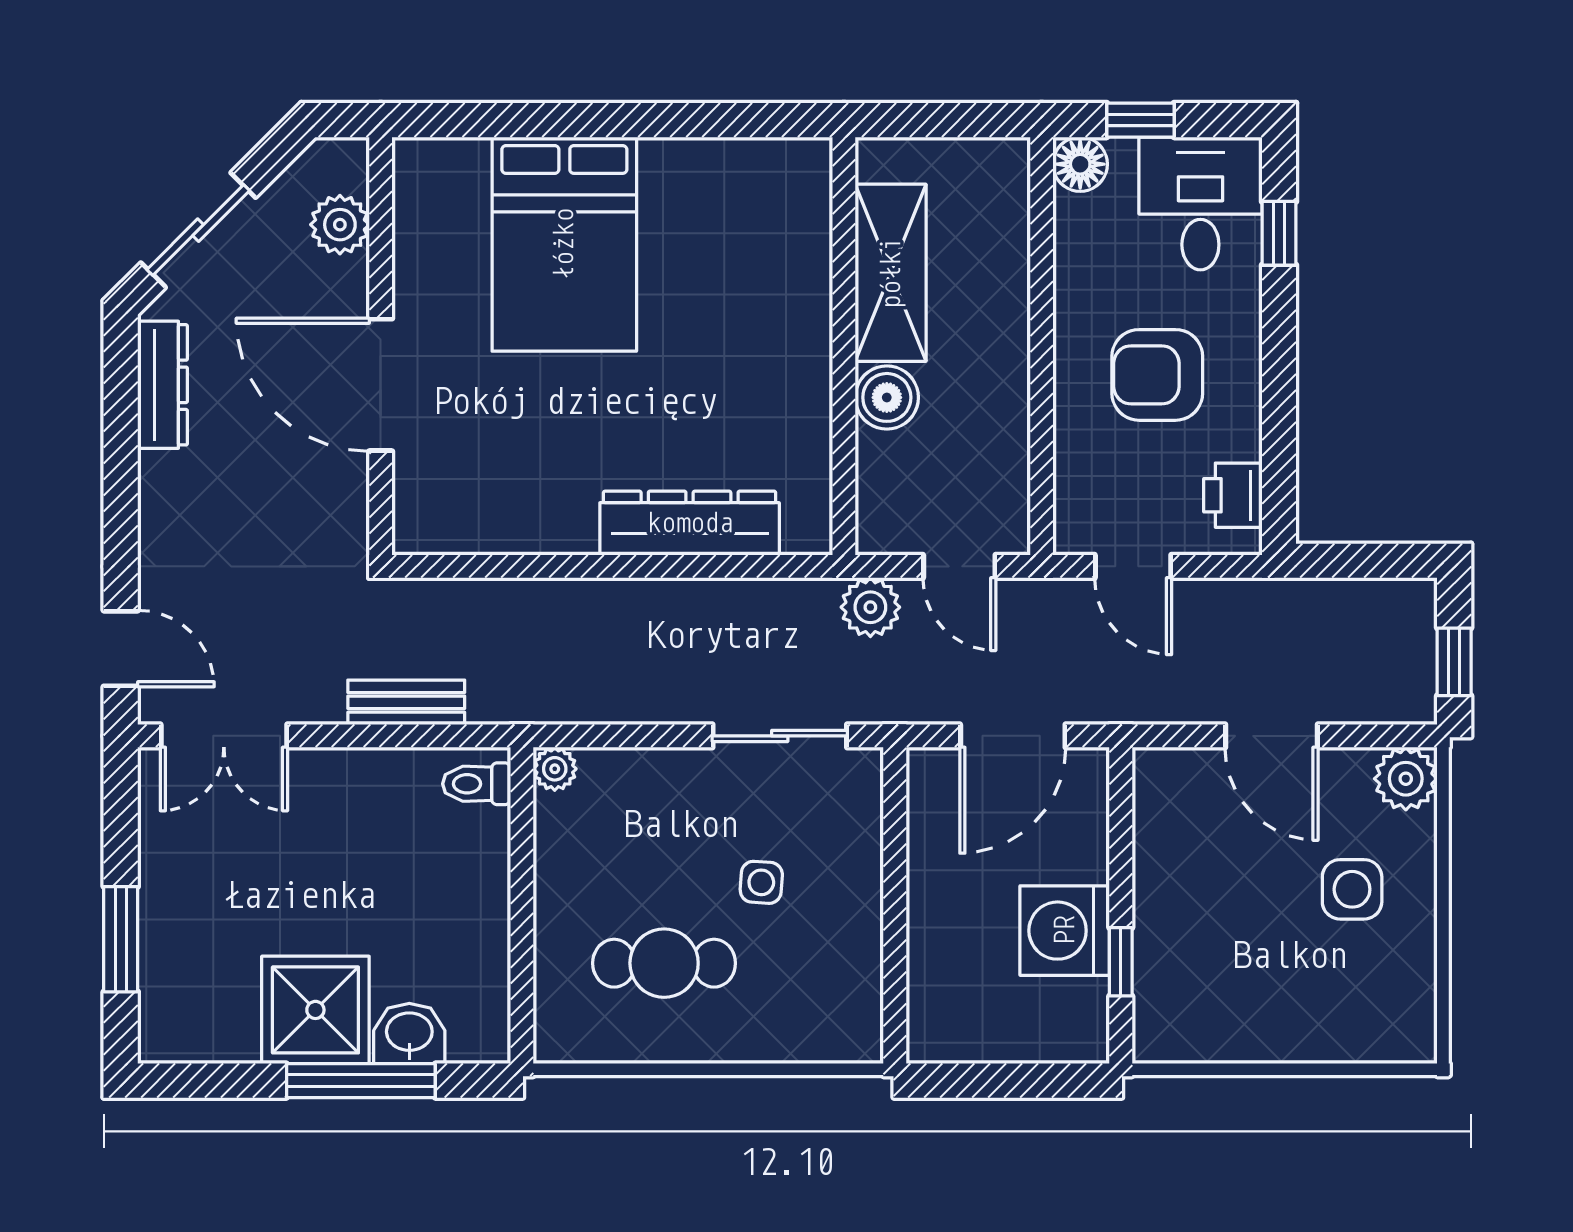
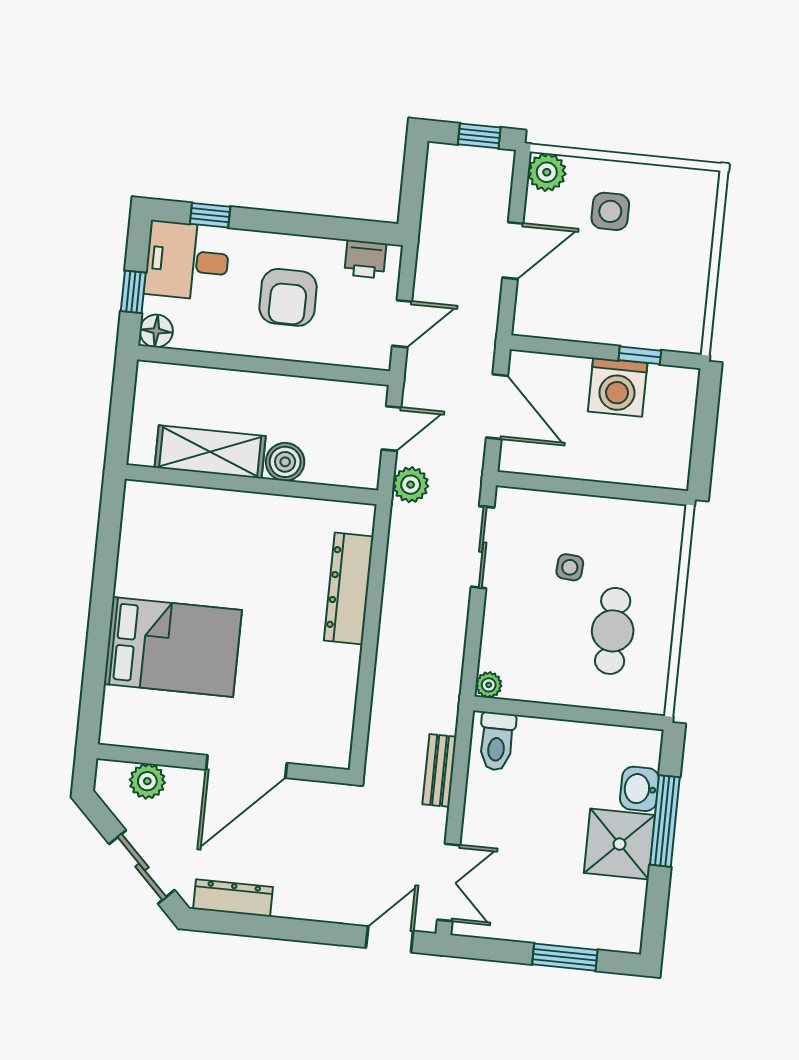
toilet: (477, 784) -> (497, 741), width x1.37, depth x1.39

